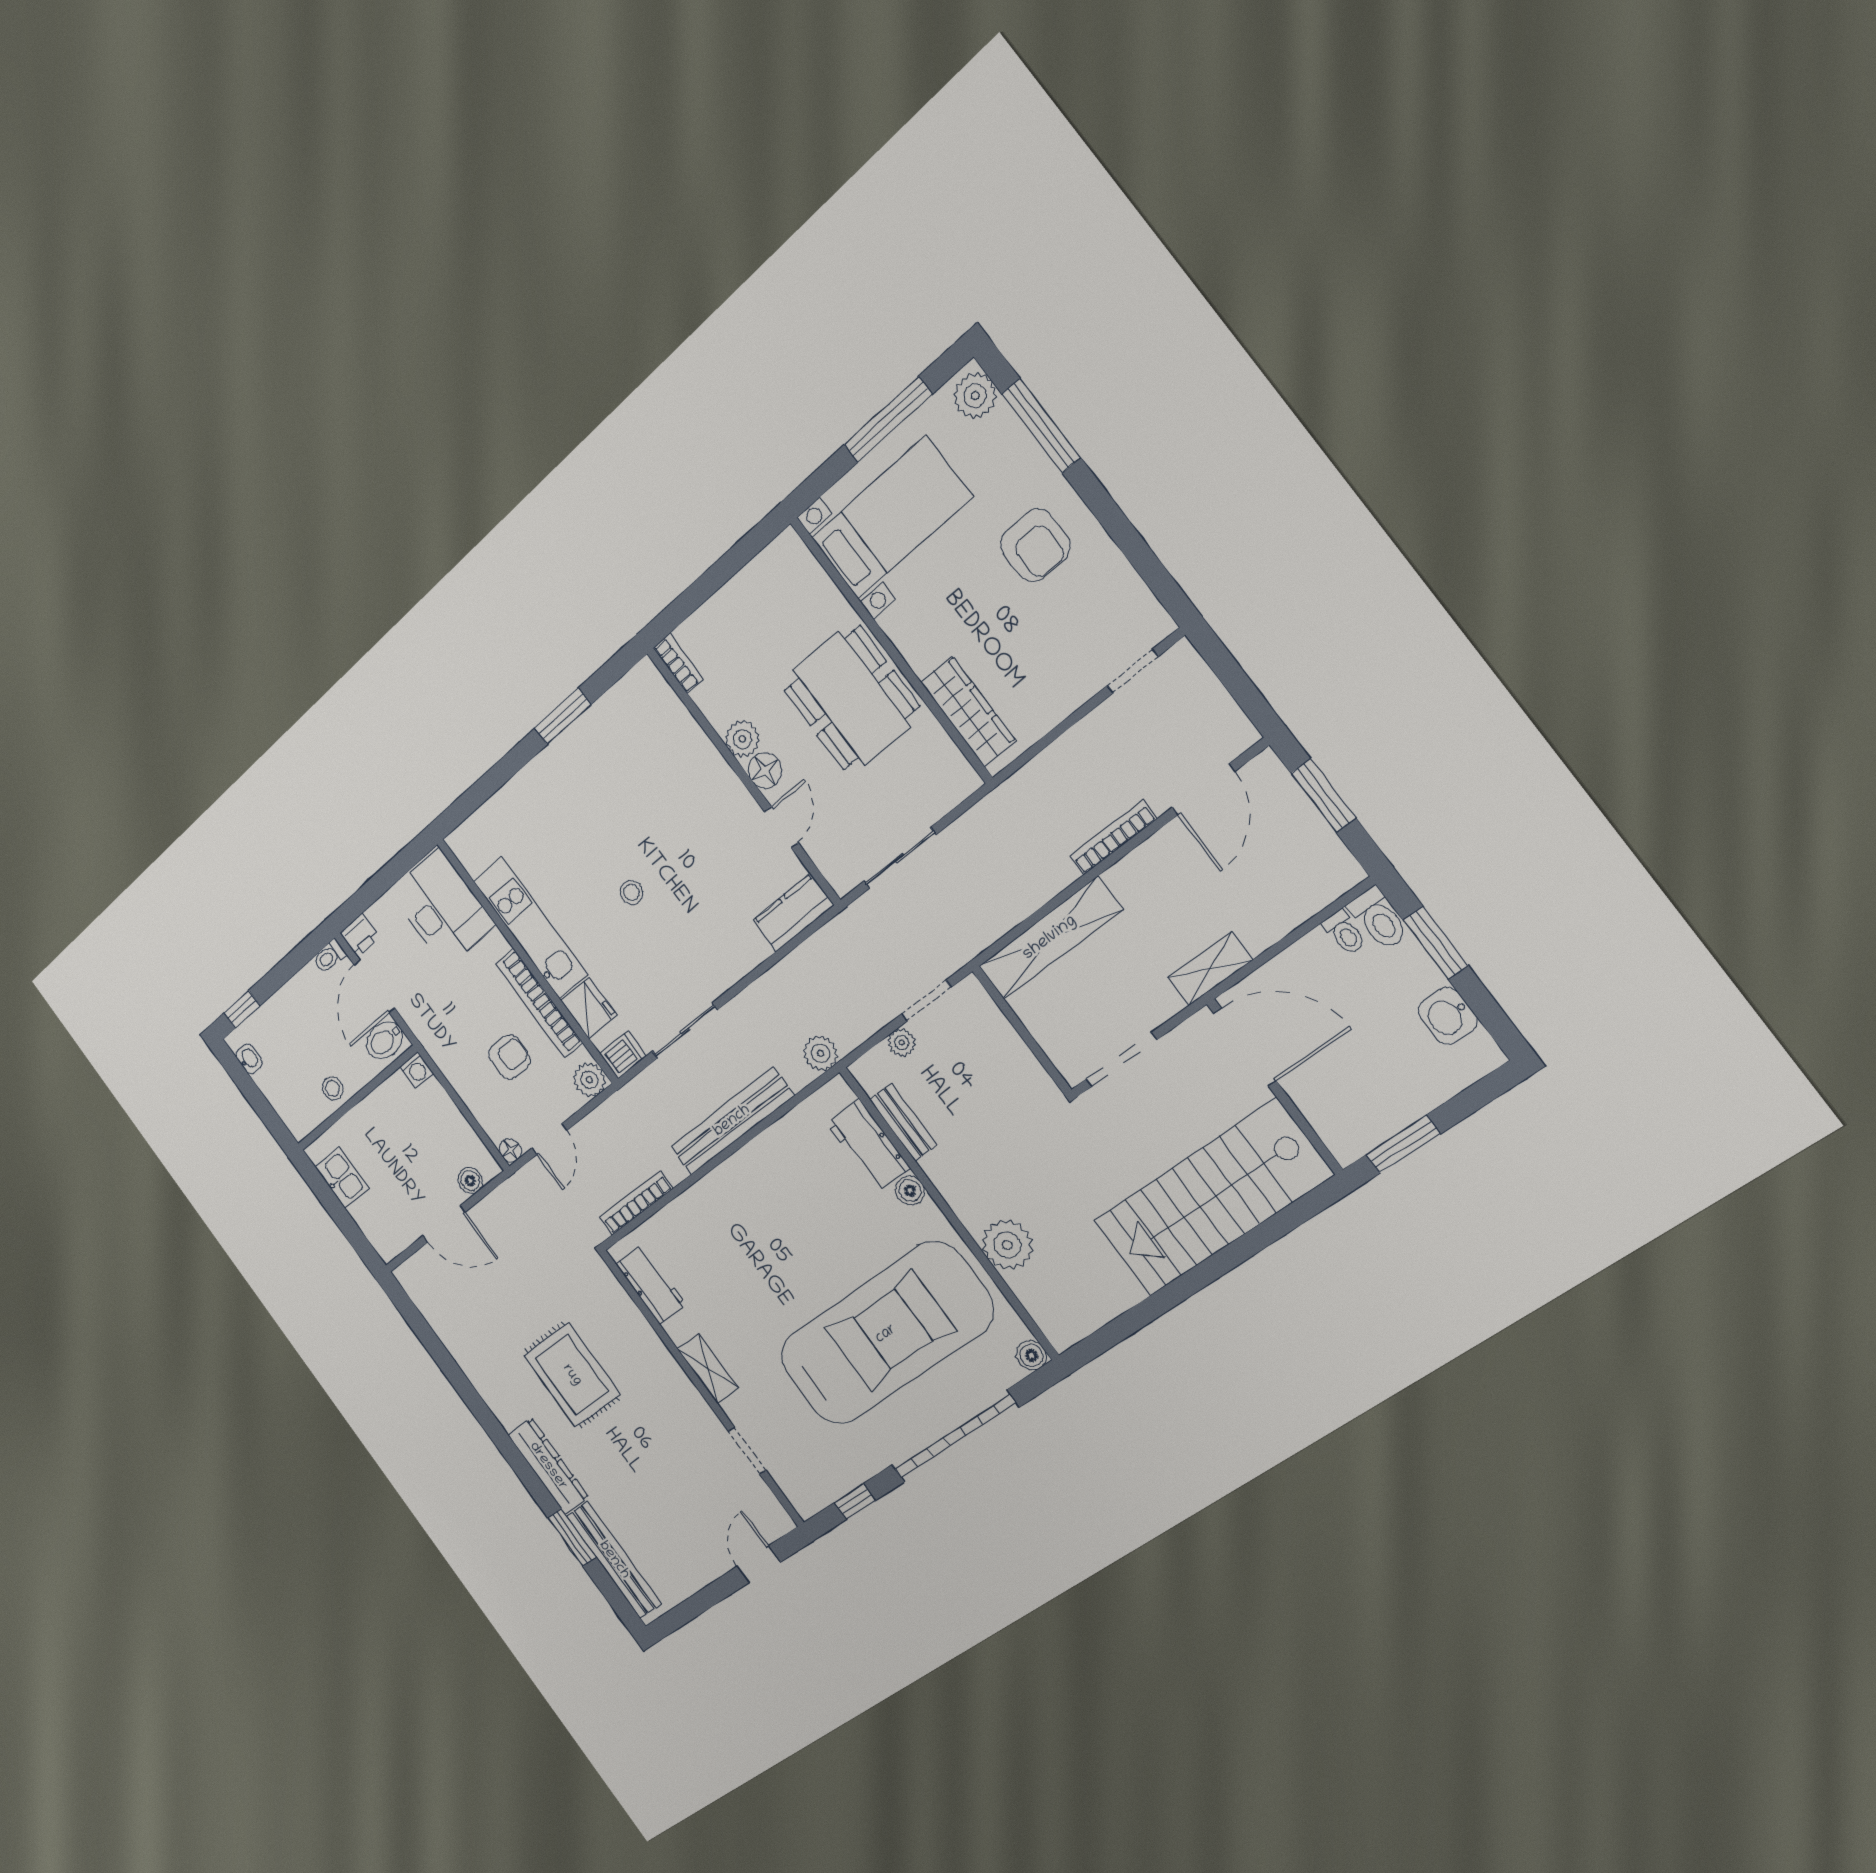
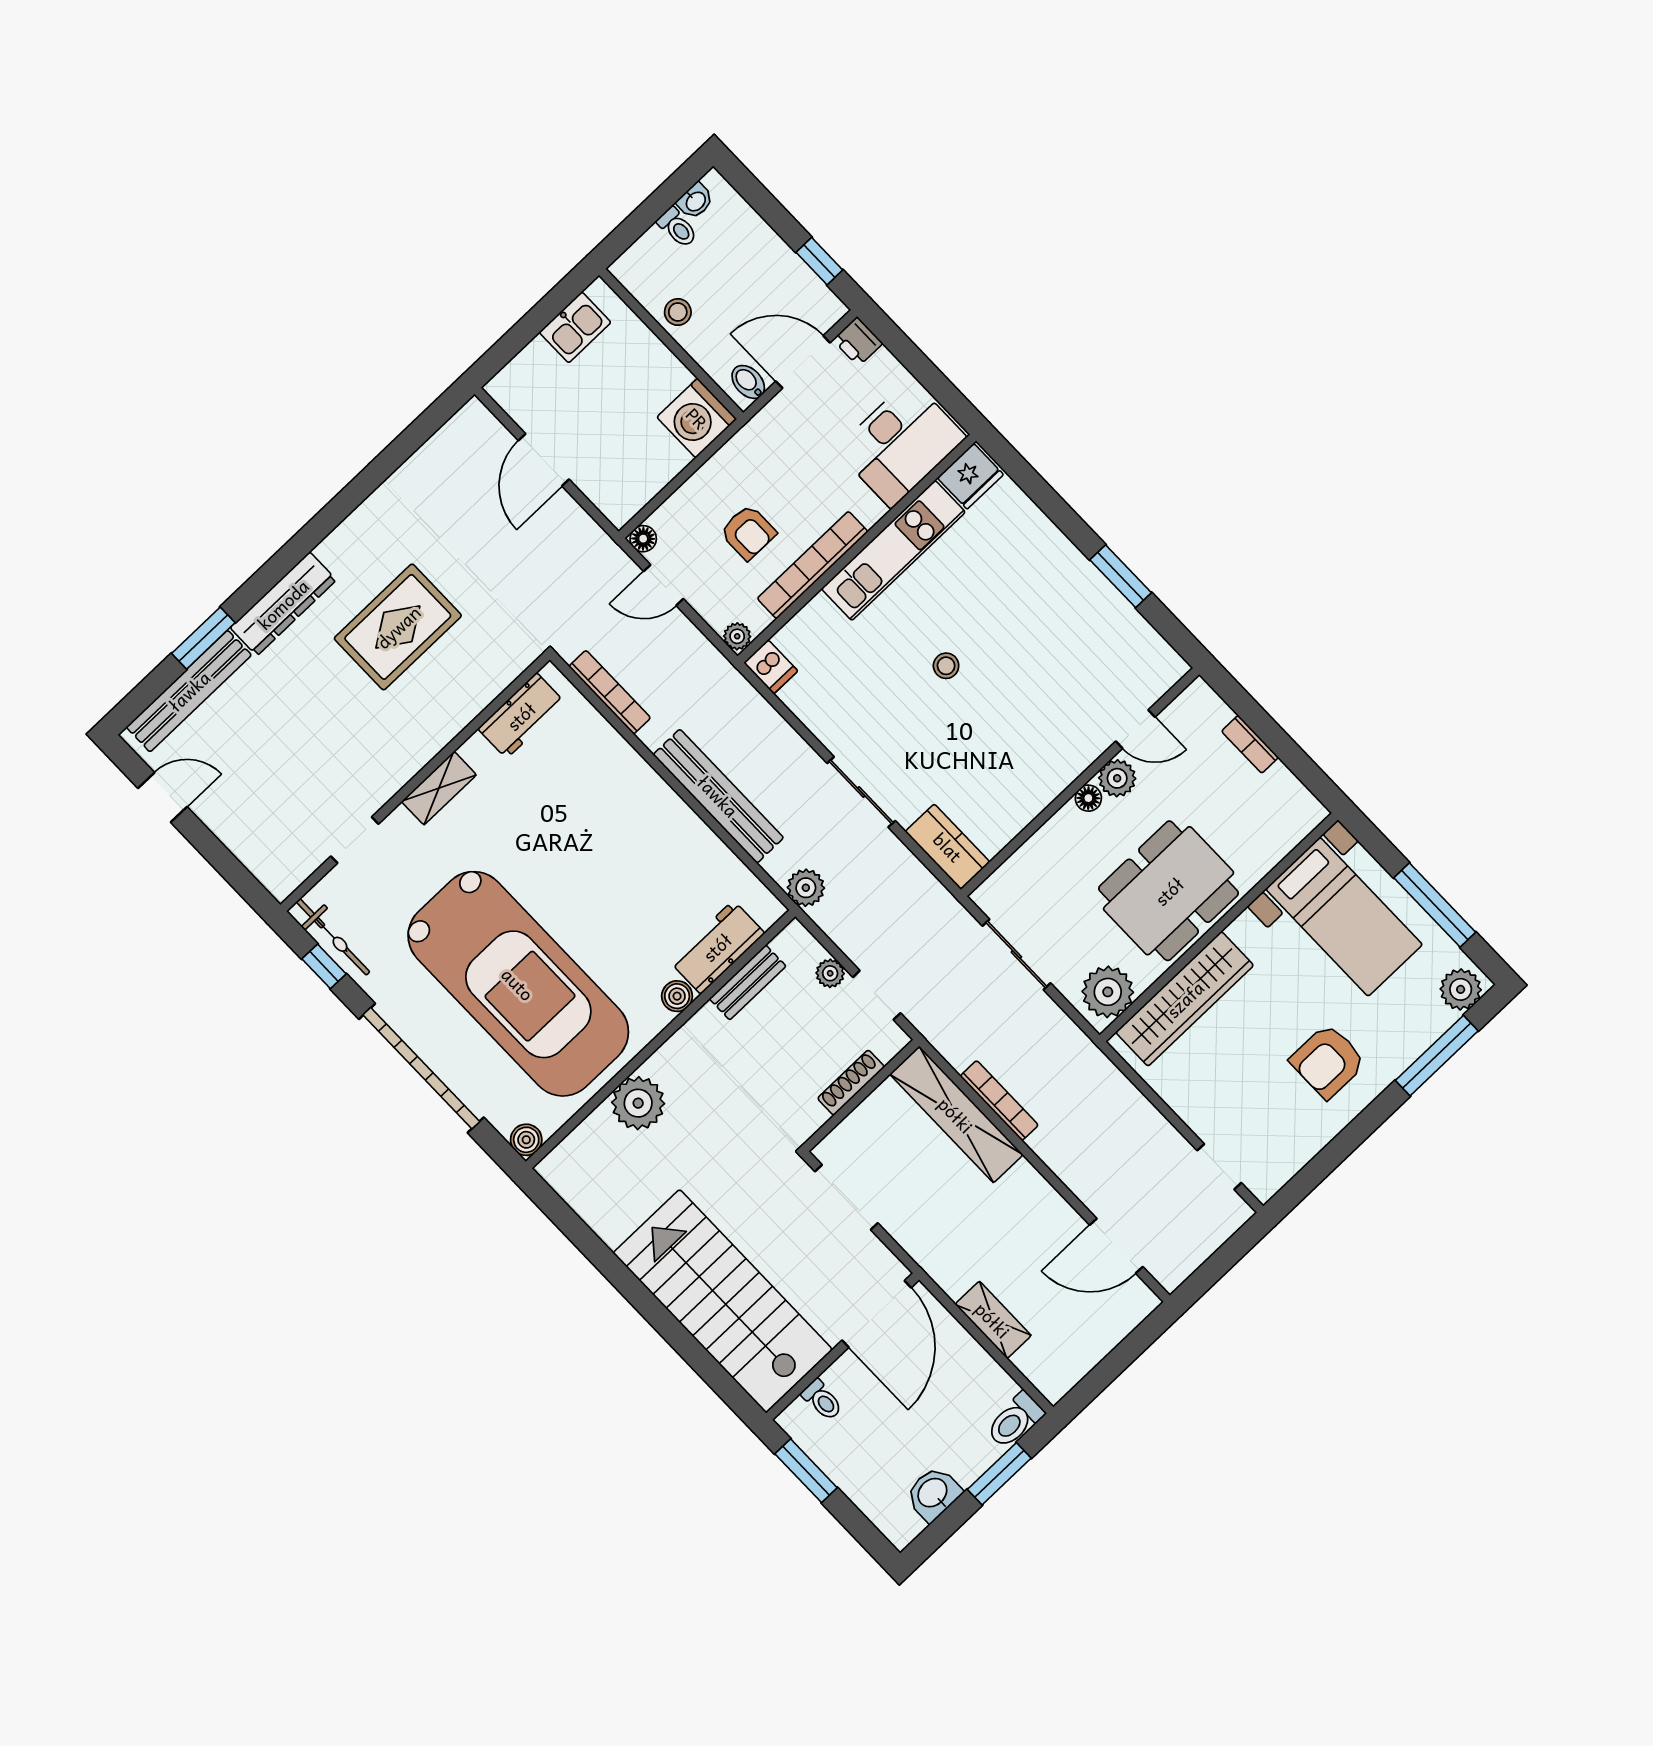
bookcase: (678, 664) -> (1250, 744), moved, turned 90
wardrobe: (968, 711) -> (1185, 999), width x1.40, depth x1.17
floor lamp: (765, 770) -> (1088, 798), width x0.73, depth x0.73
plant: (944, 770) -> (1108, 992), added
window: (1323, 796) -> (1122, 1356), removed
door: (781, 827) -> (1135, 729), moved
bookcase: (1113, 838) -> (999, 1101), moved
toilet: (1345, 932) -> (822, 1400), moved, turned -90
toilet: (330, 957) -> (677, 227), moved, turned 180
shelving: (1210, 969) -> (993, 1320), moved
fridge: (589, 1008) -> (970, 476), moved
window: (242, 1009) -> (819, 261), moved
sliding door: (685, 1031) -> (861, 792), moved
shoe rack: (1008, 1038) -> (851, 1083), added
bidet: (385, 1040) -> (748, 382), width x0.72, depth x0.74
washing machine: (417, 1070) -> (697, 418), width x1.89, depth x1.89
plant: (589, 1080) -> (737, 636), width x0.73, depth x0.73
boiler: (470, 1181) -> (600, 491), removed
bicycle: (830, 1488) -> (333, 937), added
door: (759, 1564) -> (163, 797), moved

